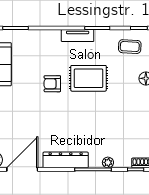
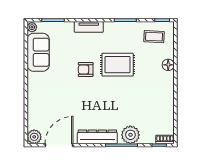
tv unit: (78, 36) -> (89, 27), moved
plant: (108, 162) -> (130, 135), width x1.87, depth x1.87

